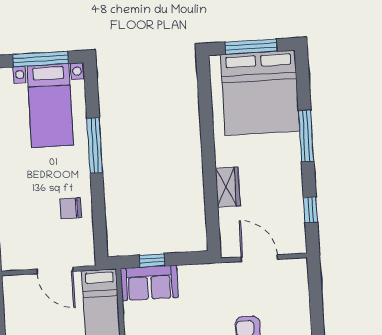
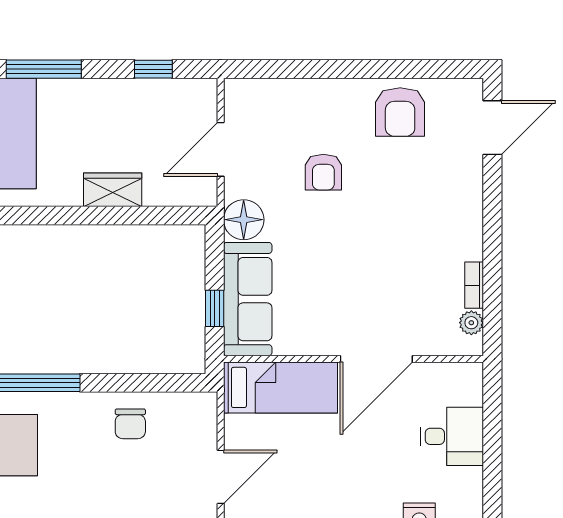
door: (55, 270) -> (221, 477), moved
floor lamp: (213, 277) -> (244, 220), added
sofa: (149, 283) -> (248, 299), width x1.36

